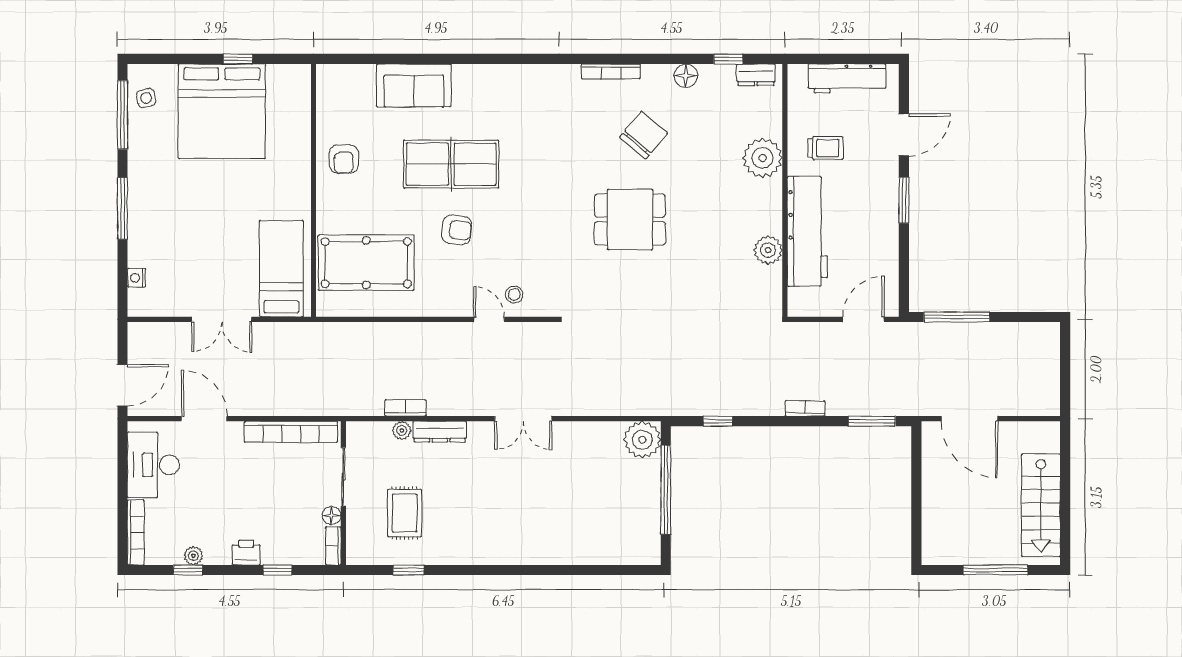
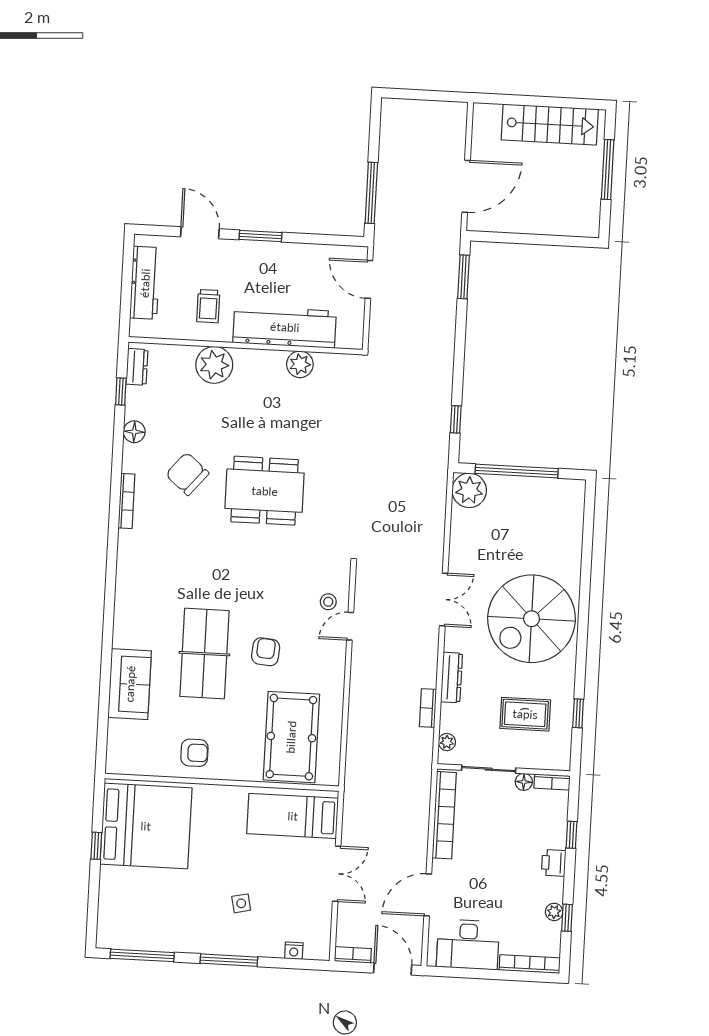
side table: (146, 98) -> (241, 903), moved
bed: (222, 111) -> (146, 826), moved
trolley: (825, 148) -> (208, 306), turned 180
dining table: (630, 219) -> (265, 491), width x1.38
bookcase: (805, 408) -> (353, 955), moved, turned 90
plant: (402, 430) -> (447, 742), moved
spiral stairs: (508, 514) -> (532, 619), added

